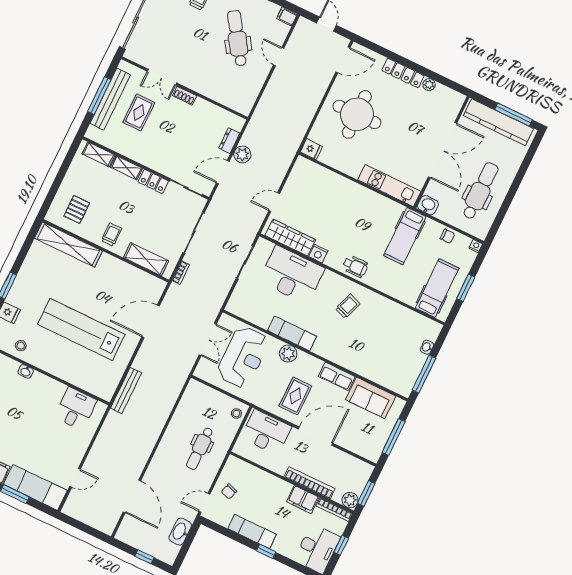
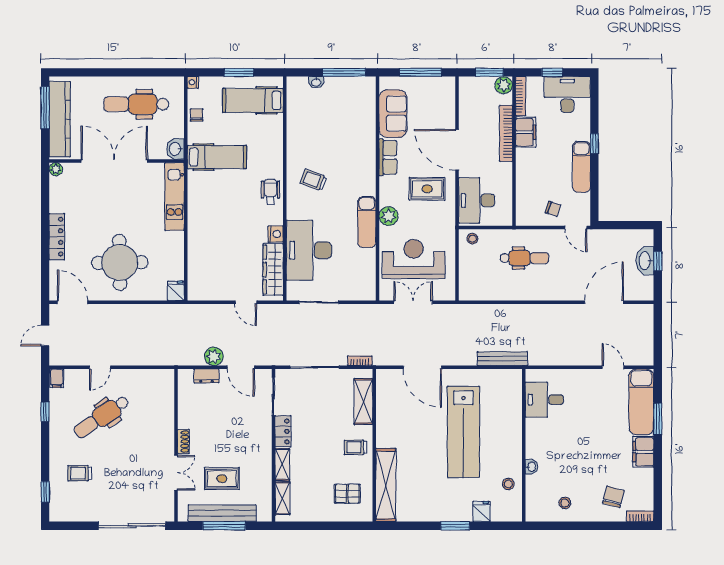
plant: (429, 85) -> (56, 169), moved
washbasin: (180, 532) -> (645, 261), moved, turned 90

